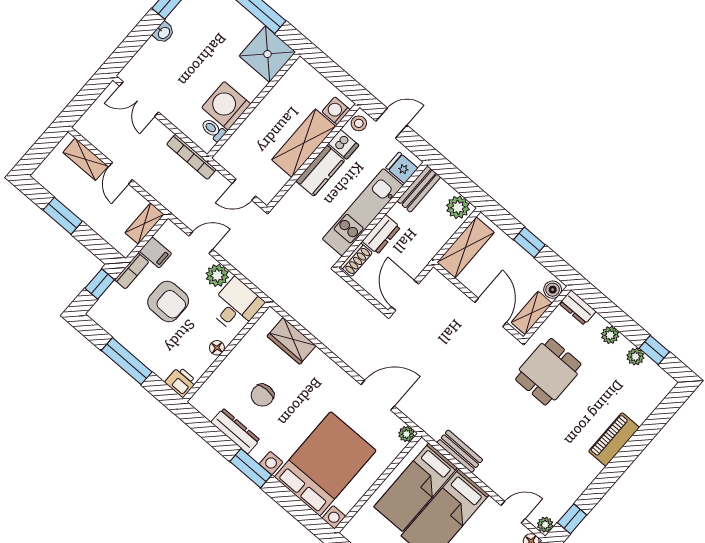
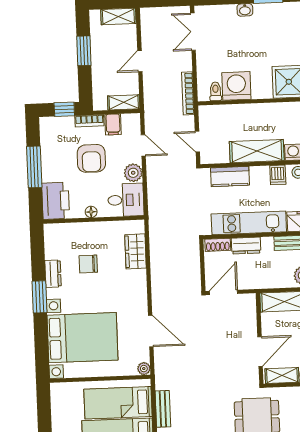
shelving: (85, 159) -> (118, 16), moved, turned 90
kitchen counter: (320, 171) -> (230, 177), moved
printer: (181, 382) -> (56, 201), width x1.87, depth x1.48
dresser: (235, 431) -> (53, 274), width x0.70

